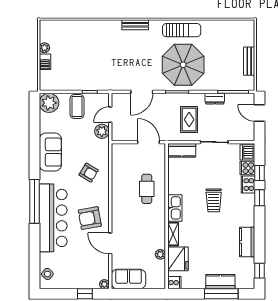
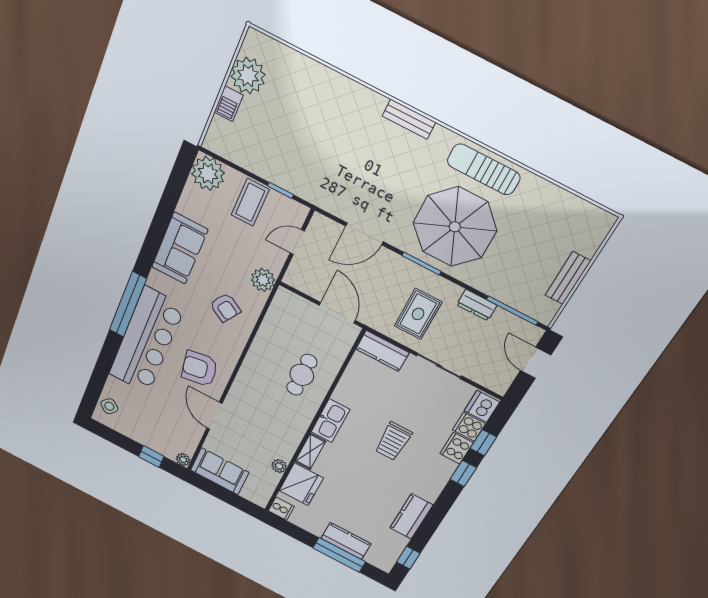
sun lounger: (182, 30) -> (484, 169), turned 180
plant: (44, 48) -> (248, 76), width x1.88, depth x1.88
plant: (102, 131) -> (263, 280), moved

